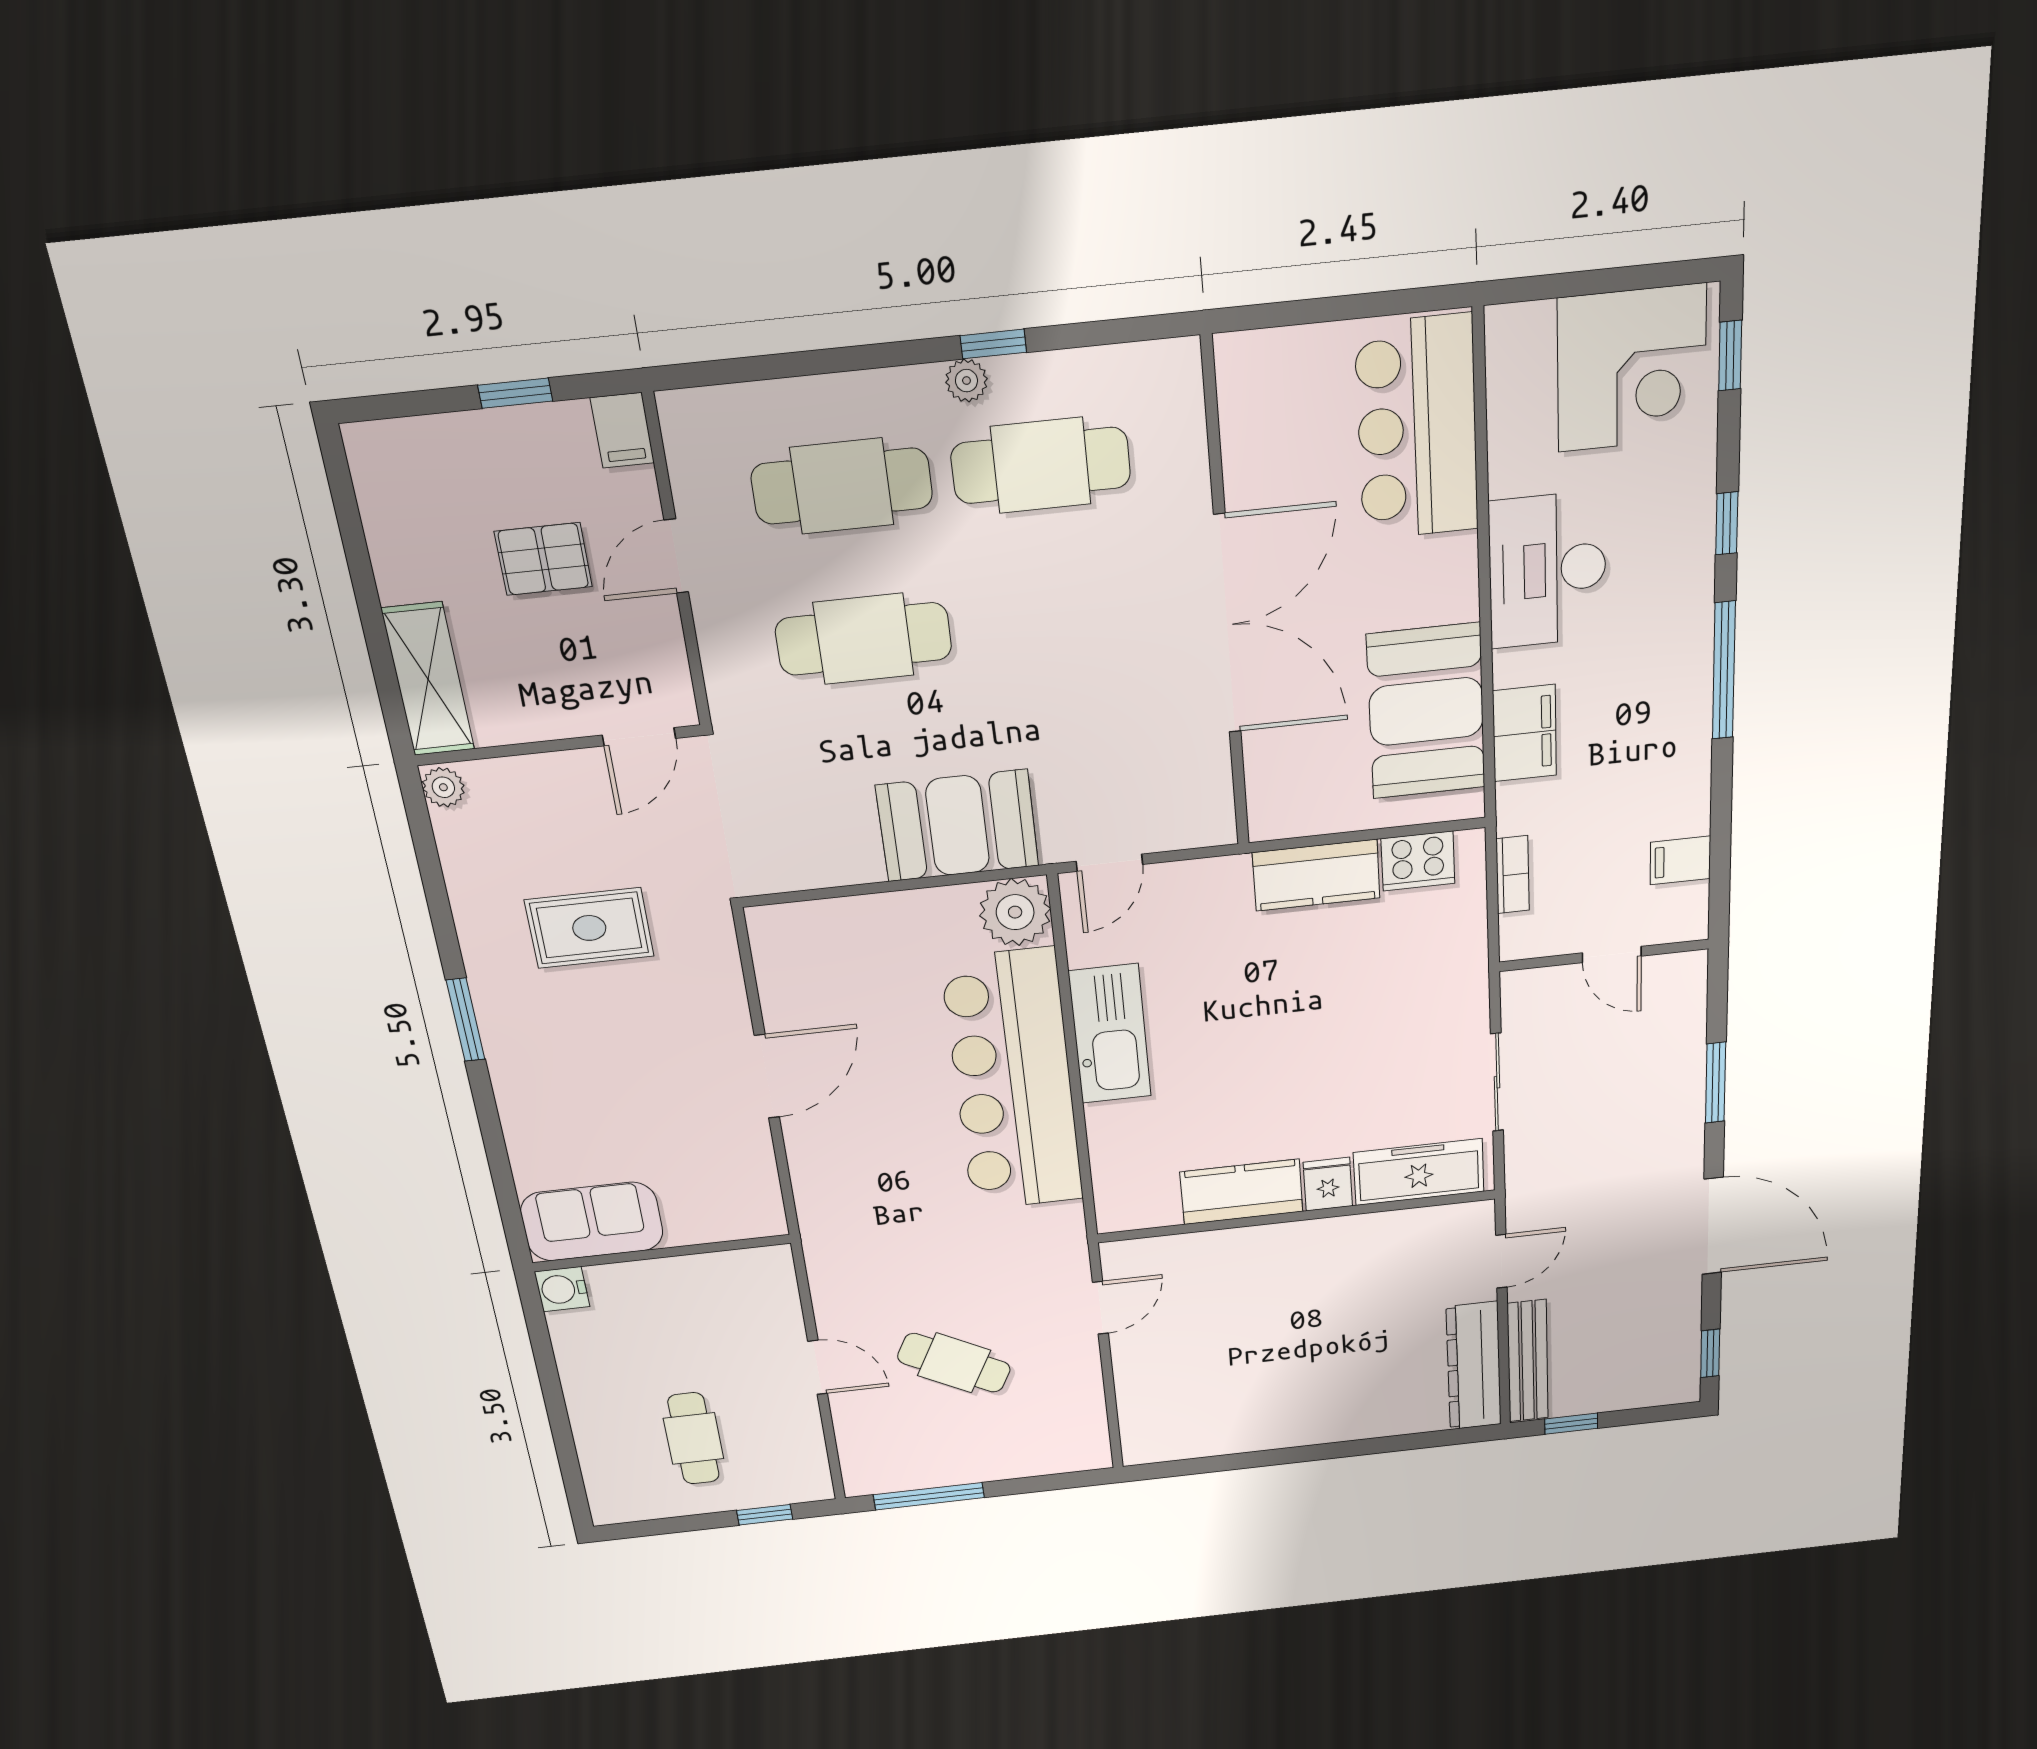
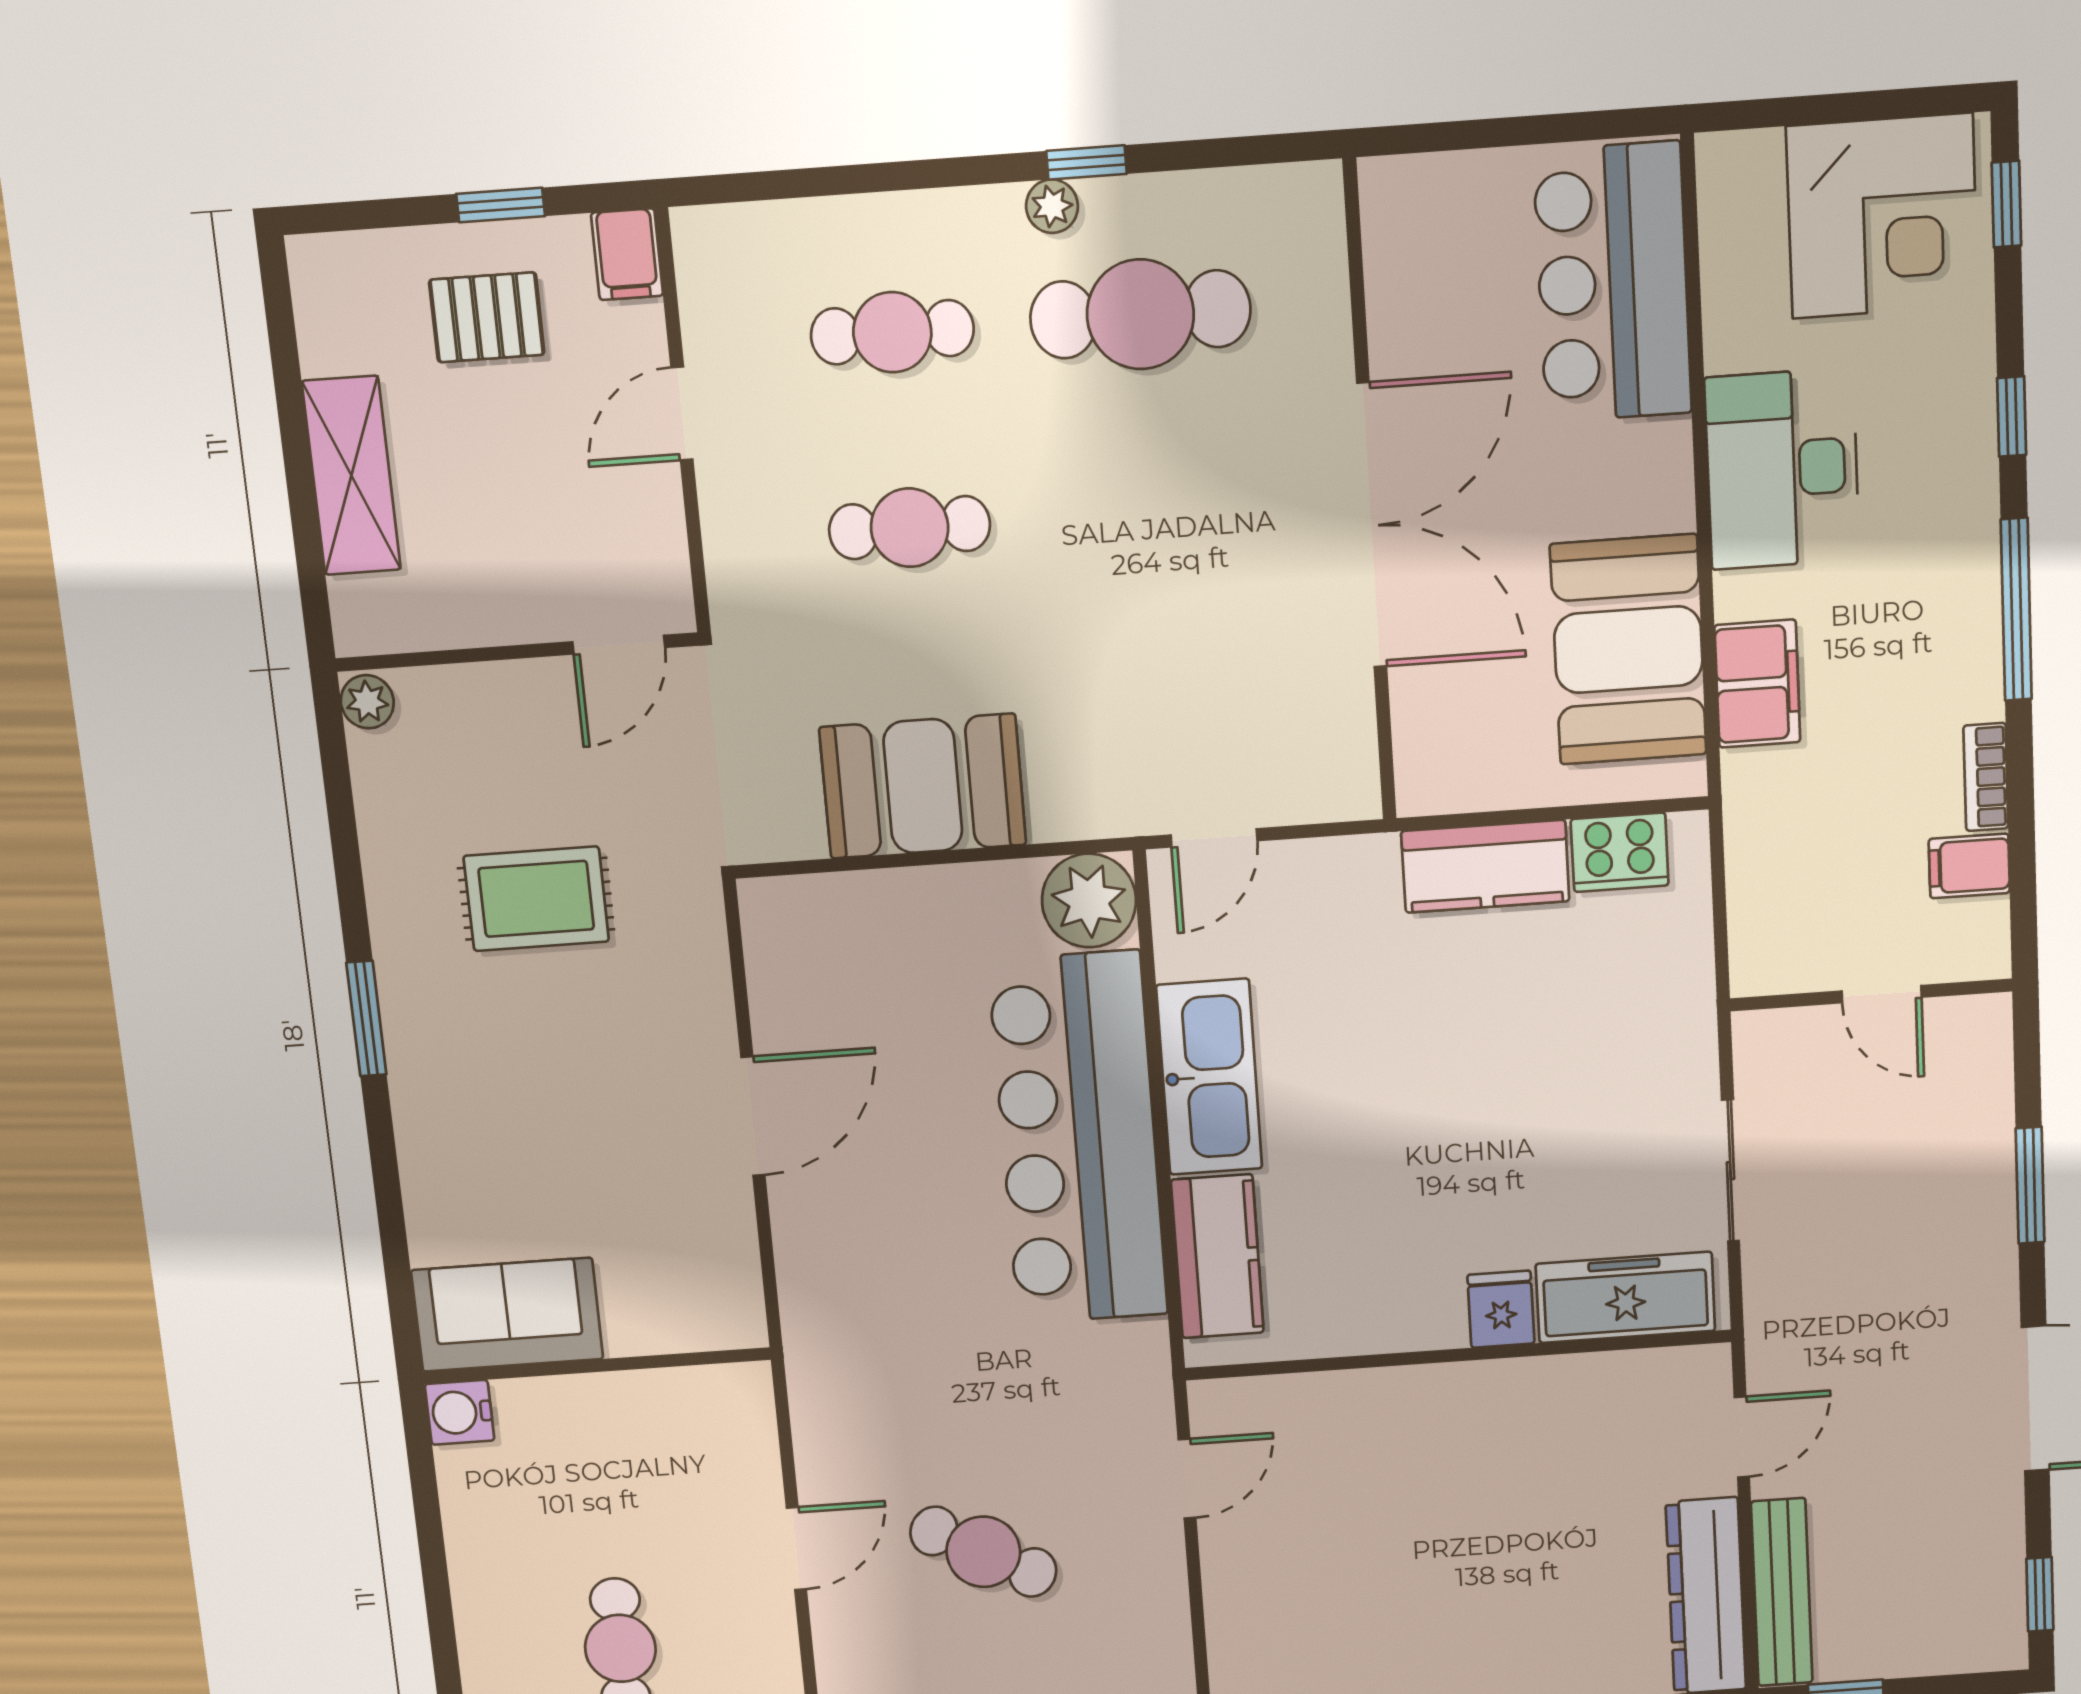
cafe table: (842, 486) -> (892, 332), width x0.73, depth x0.74
pallet: (543, 559) -> (487, 317), moved
cafe table: (864, 639) -> (910, 528), width x0.73, depth x0.74
shelving: (428, 679) -> (351, 476), moved
booth: (957, 826) -> (923, 786), moved
bookcase: (1513, 875) -> (1986, 777), moved, turned 180
kitchen counter: (1242, 1192) -> (1217, 1256), moved, turned 90
door: (818, 1367) -> (796, 1549), hinge flipped

